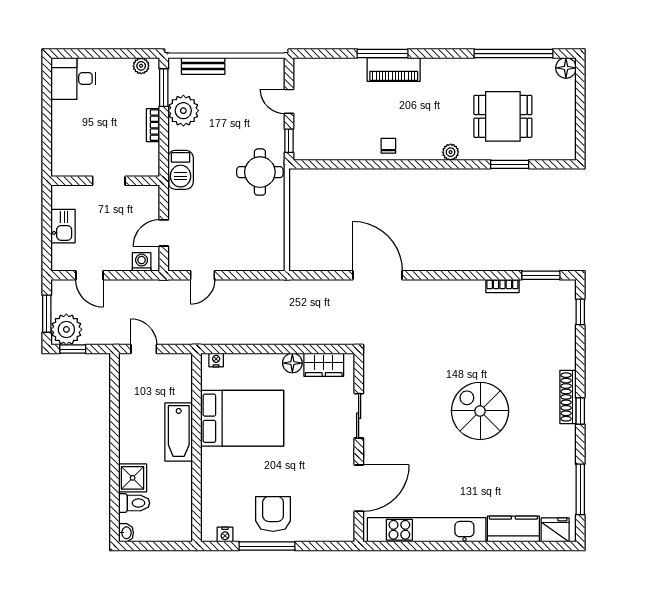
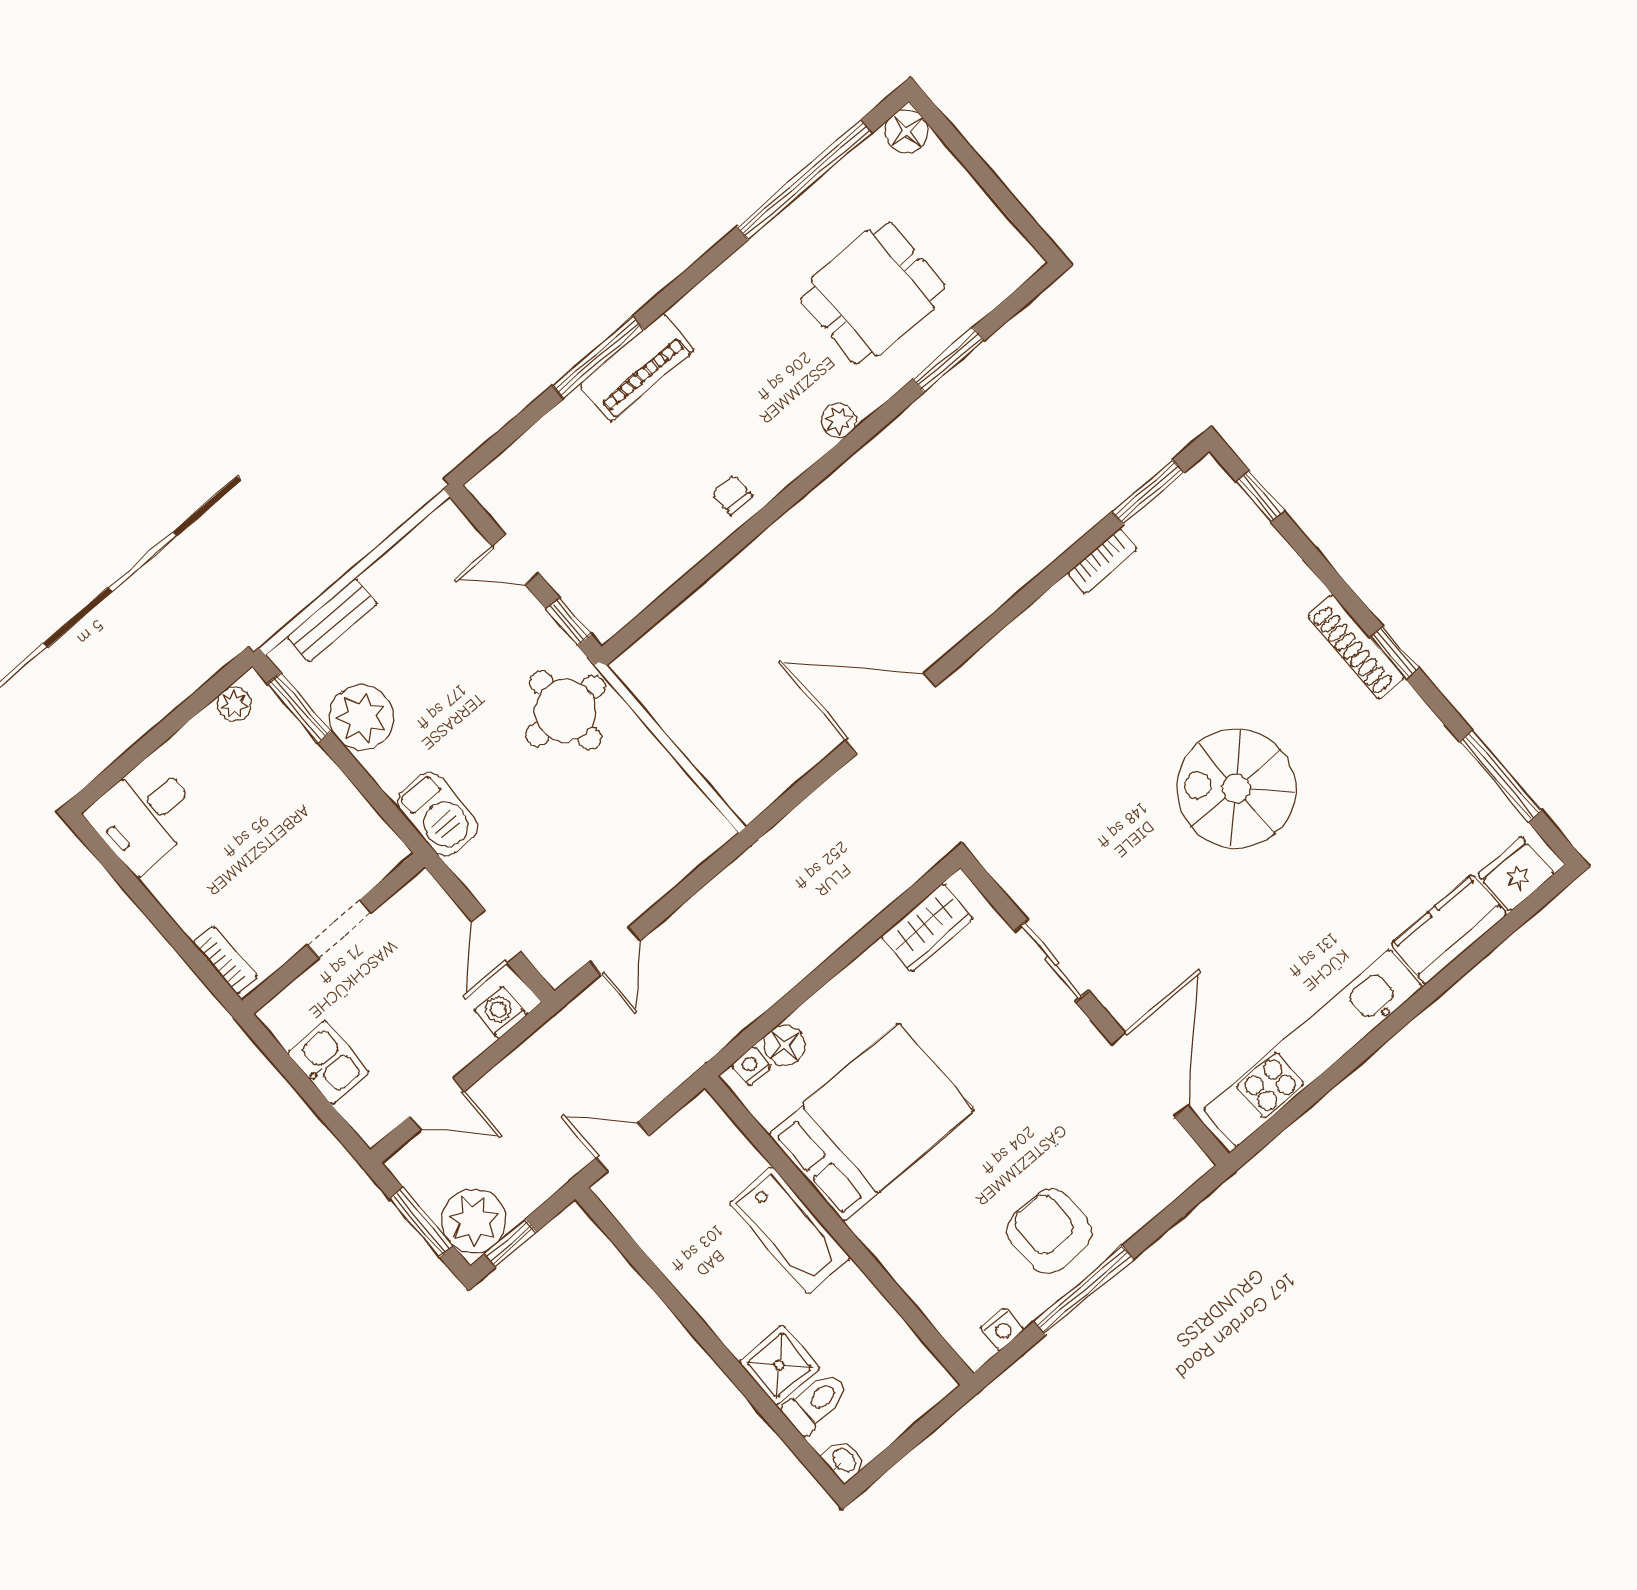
bookcase: (153, 125) -> (225, 960), moved, turned 180
floor lamp: (292, 363) -> (785, 1045), moved

